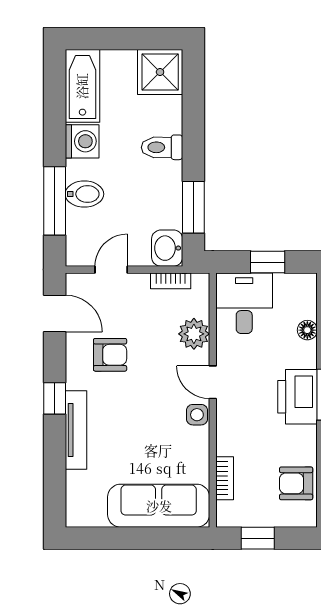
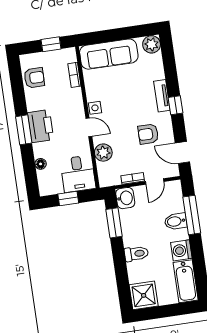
bookcase: (171, 281) -> (133, 178), moved
tv unit: (76, 430) -> (162, 96), width x0.71
plant: (81, 512) -> (152, 44), added

